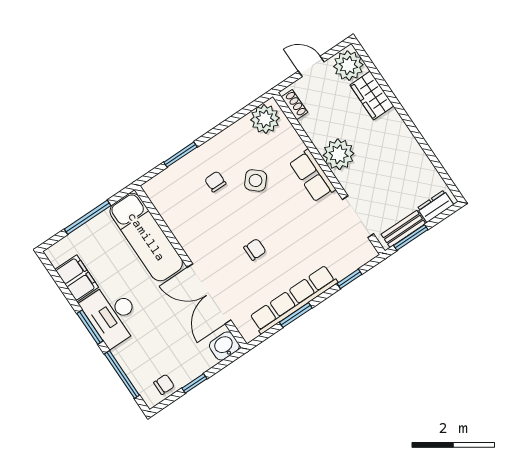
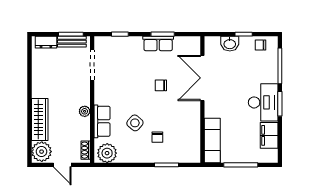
wardrobe: (372, 96) -> (40, 119), width x1.50
plant: (339, 154) -> (85, 111), width x0.53, depth x0.53
row of seats: (312, 176) -> (102, 121), moved
exam couch: (146, 237) -> (212, 140), width x0.73, depth x0.69
double door: (209, 294) -> (202, 78), swing flipped
row of seats: (294, 300) -> (158, 44), width x0.50
washbasin: (224, 346) -> (230, 44), moved

